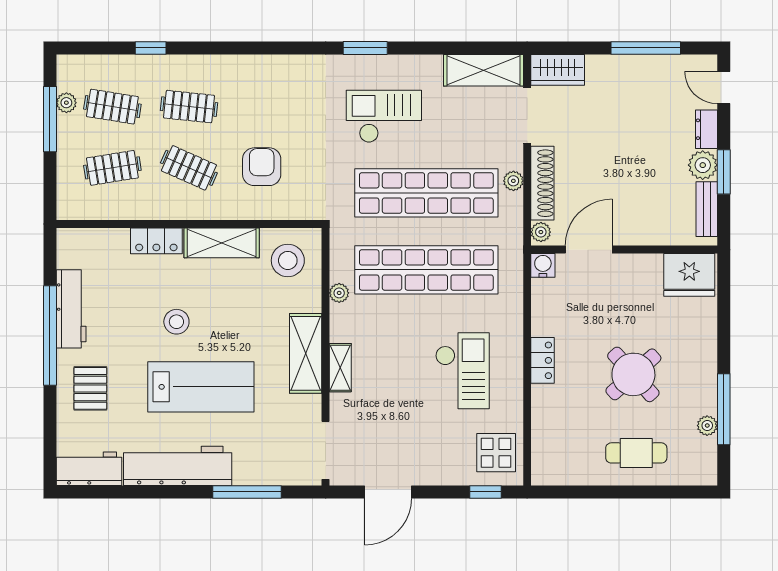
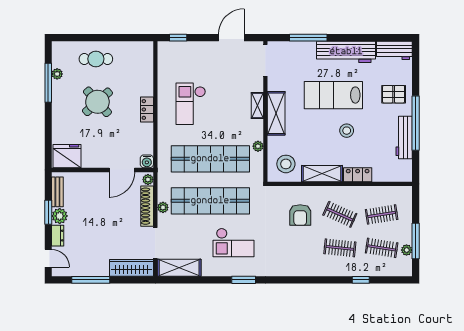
wardrobe: (558, 70) -> (131, 268), width x1.50
pallet: (90, 388) -> (394, 94), turned 90
display table: (496, 453) -> (172, 59), removed

